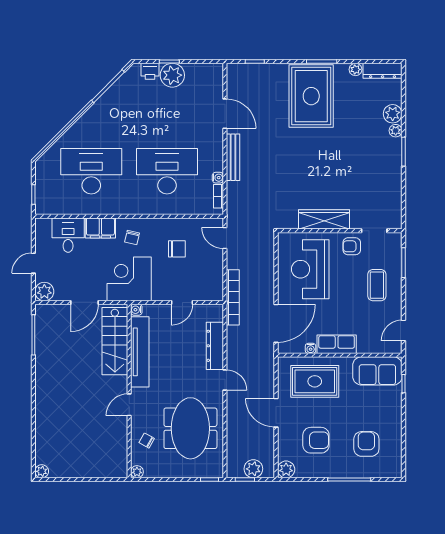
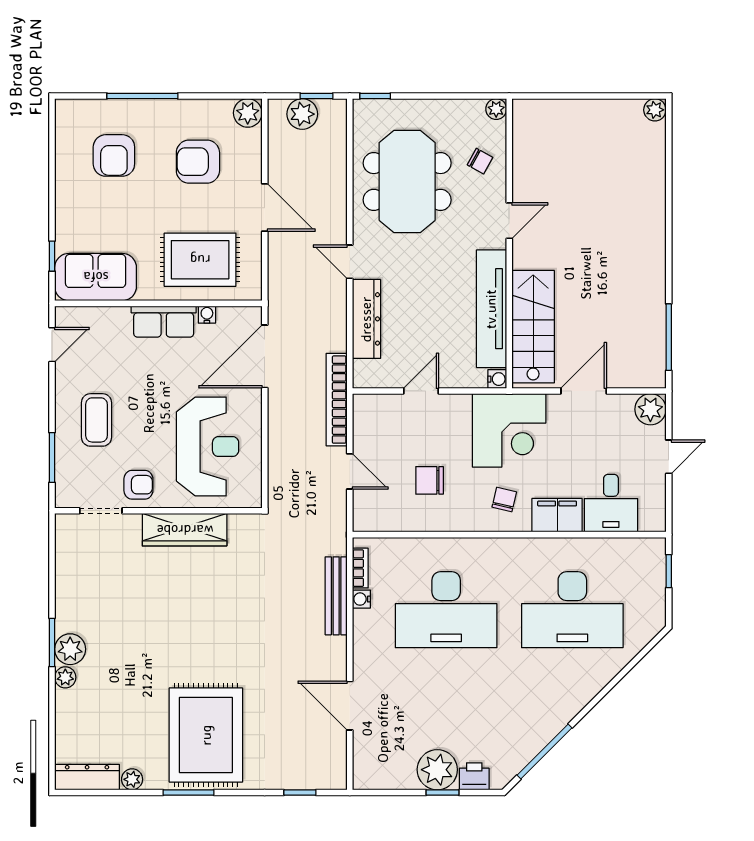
plant: (393, 114) -> (70, 649), moved
bench: (233, 157) -> (336, 596), moved
door: (225, 238) -> (350, 471), moved

